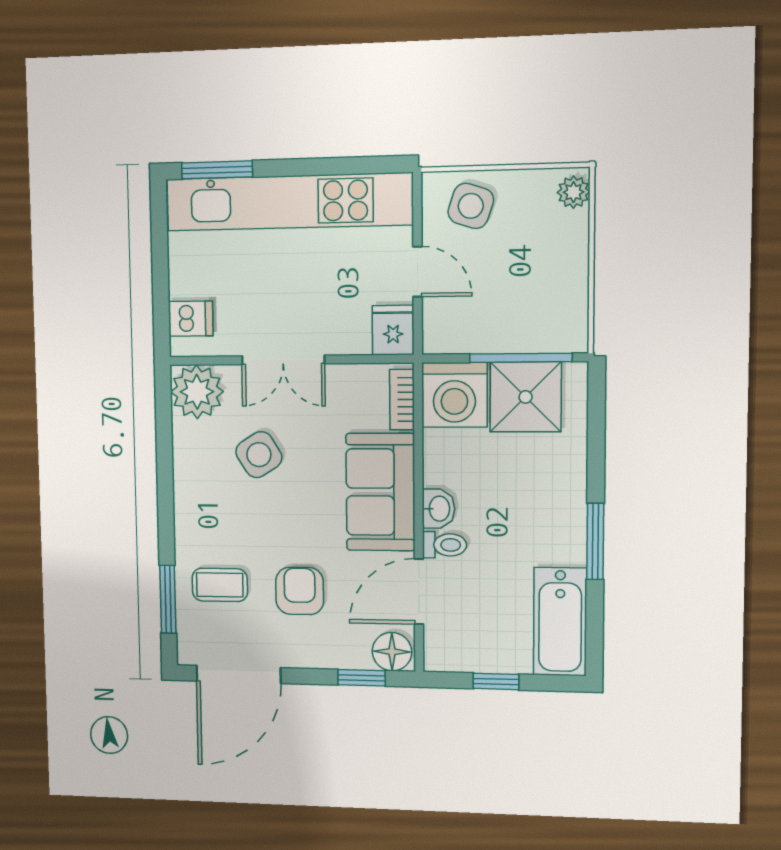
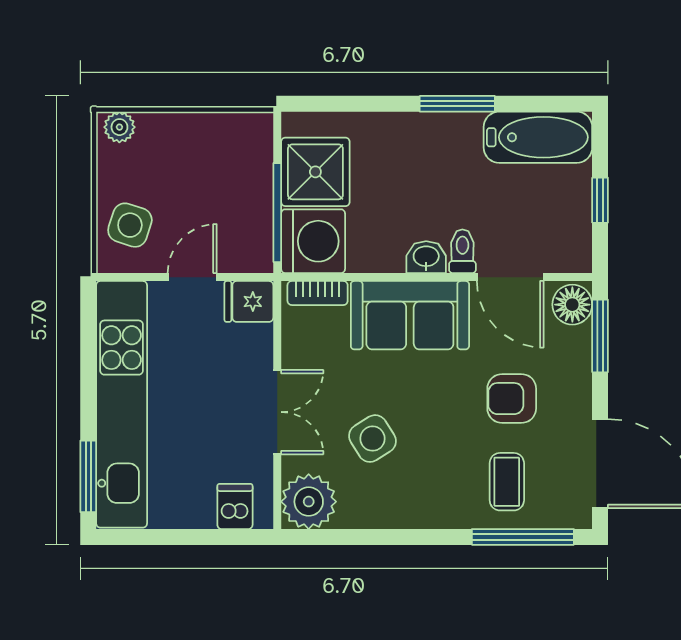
window: (521, 358) -> (277, 213), moved
window: (168, 599) -> (523, 537), width x1.44
window: (361, 678) -> (600, 336), width x1.50

